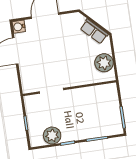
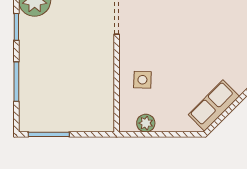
plant: (104, 63) -> (146, 123), width x0.53, depth x0.53
side table: (86, 72) -> (142, 80), added

